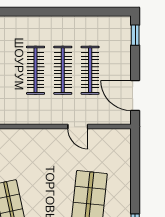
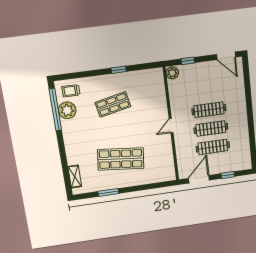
window: (135, 35) -> (228, 175), moved
door: (78, 127) -> (171, 126), moved

